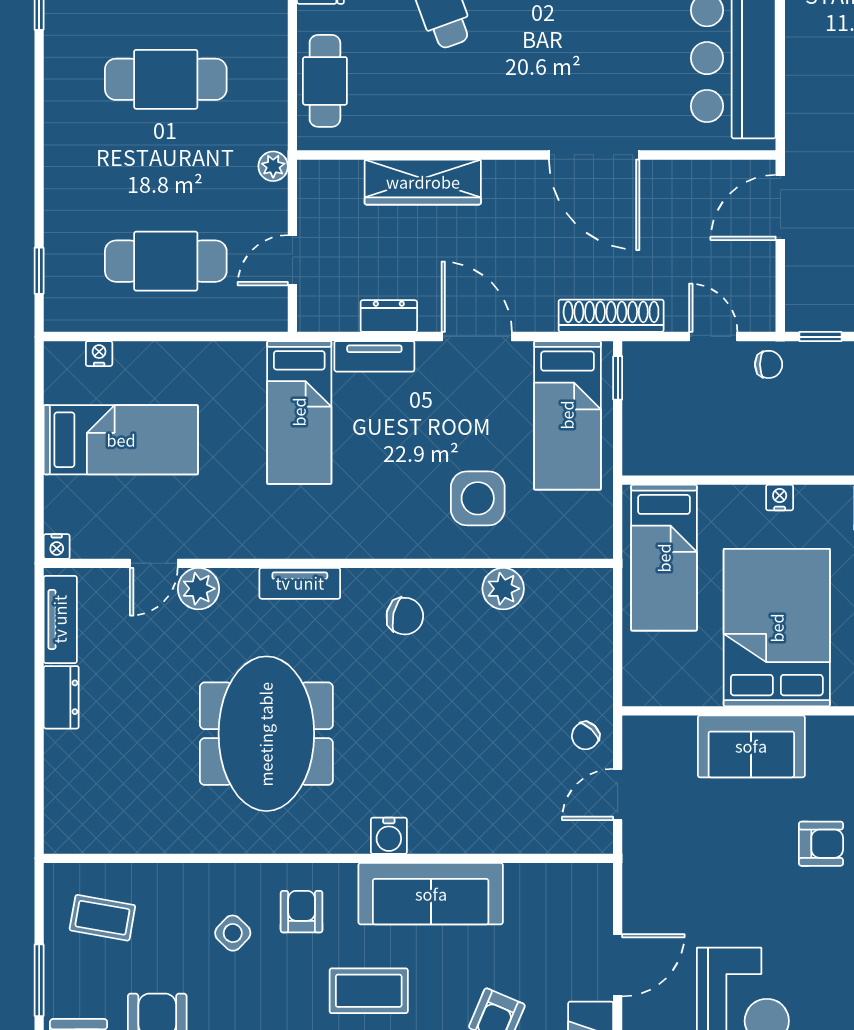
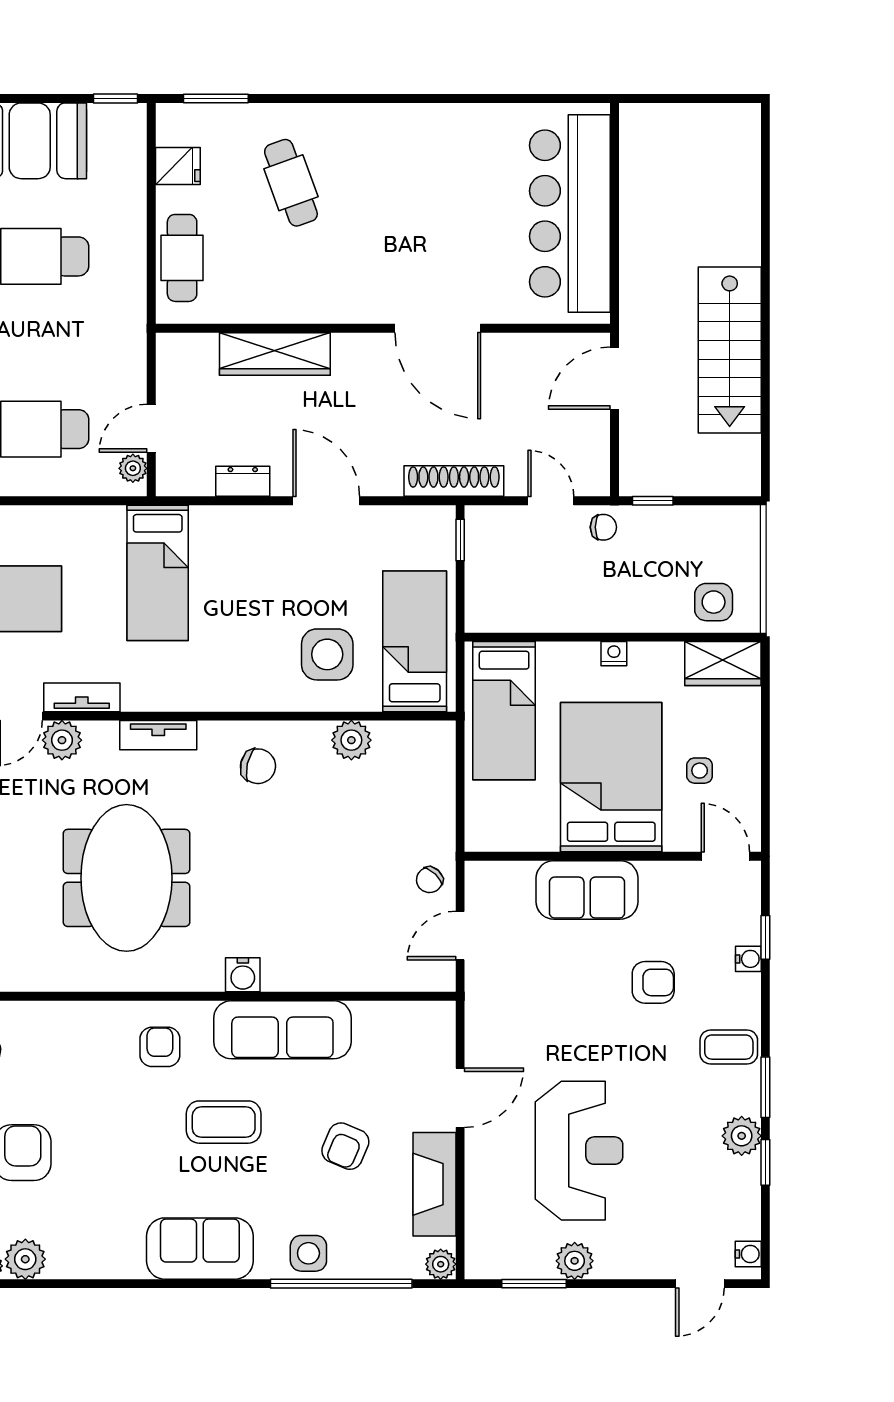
plant: (273, 166) -> (133, 468), moved
tv unit: (374, 356) -> (82, 697), moved, turned 180
bed: (567, 415) -> (415, 641), moved, turned 180
side table: (233, 933) -> (95, 1067), removed

